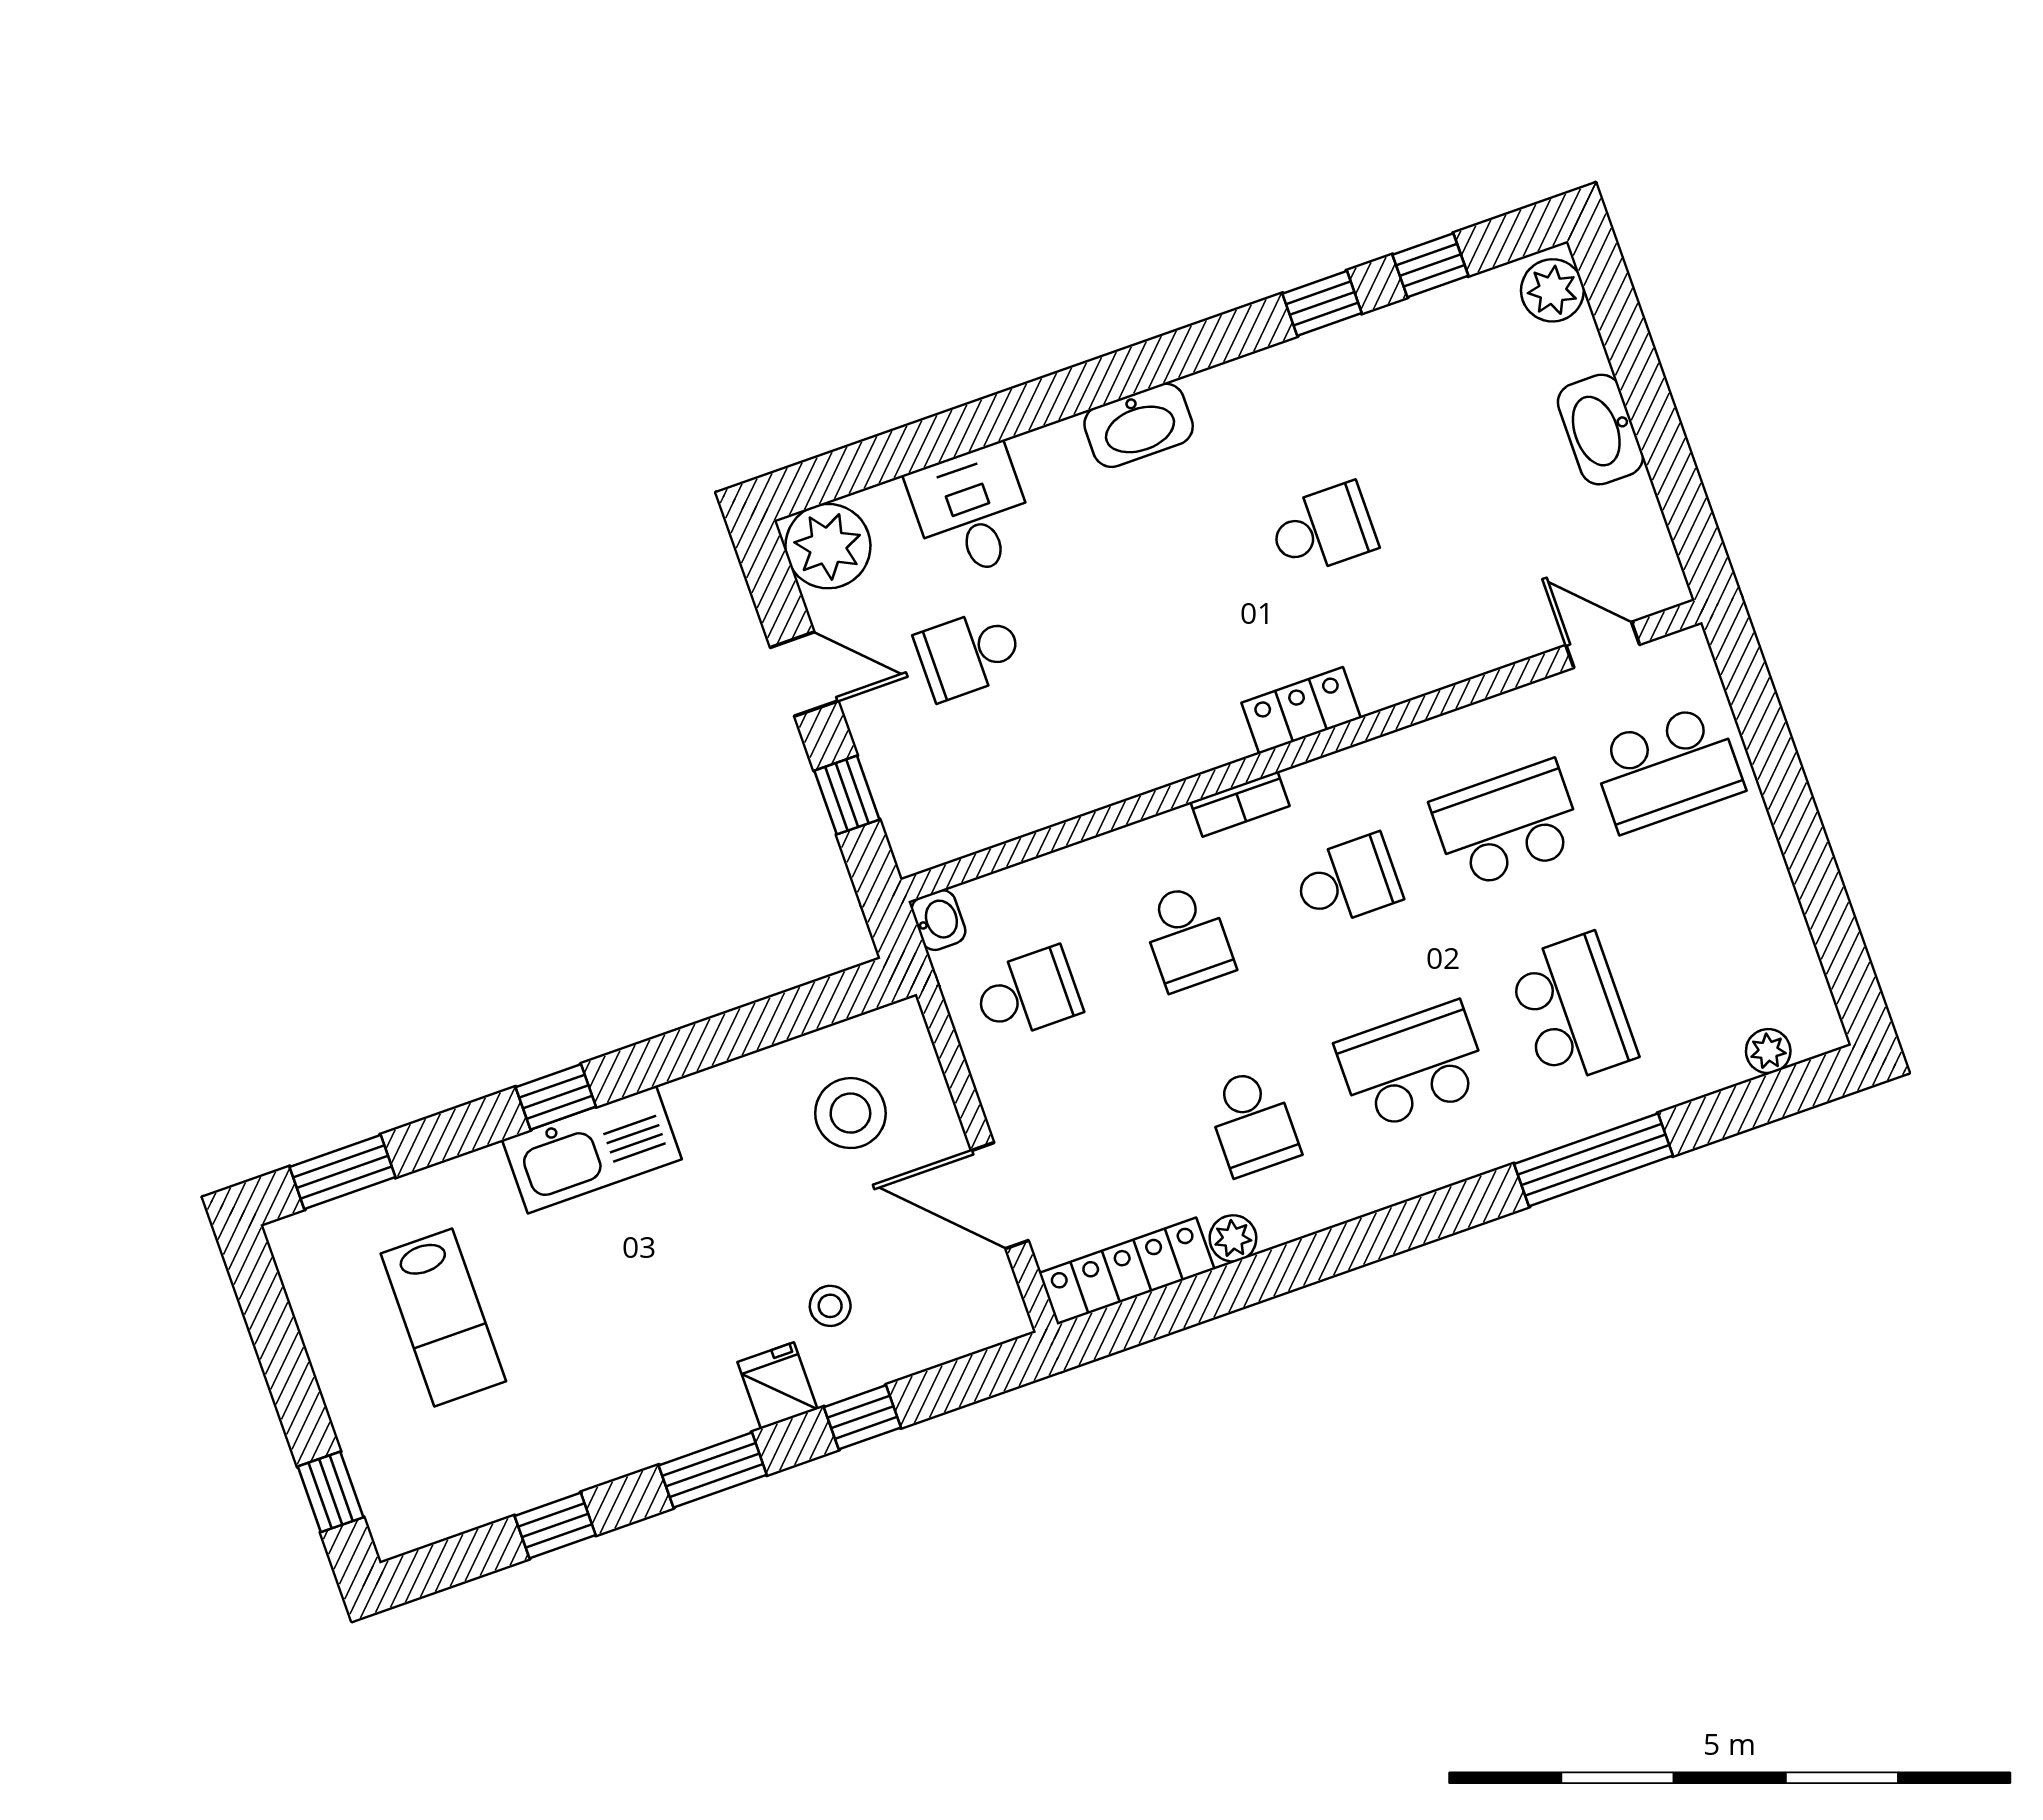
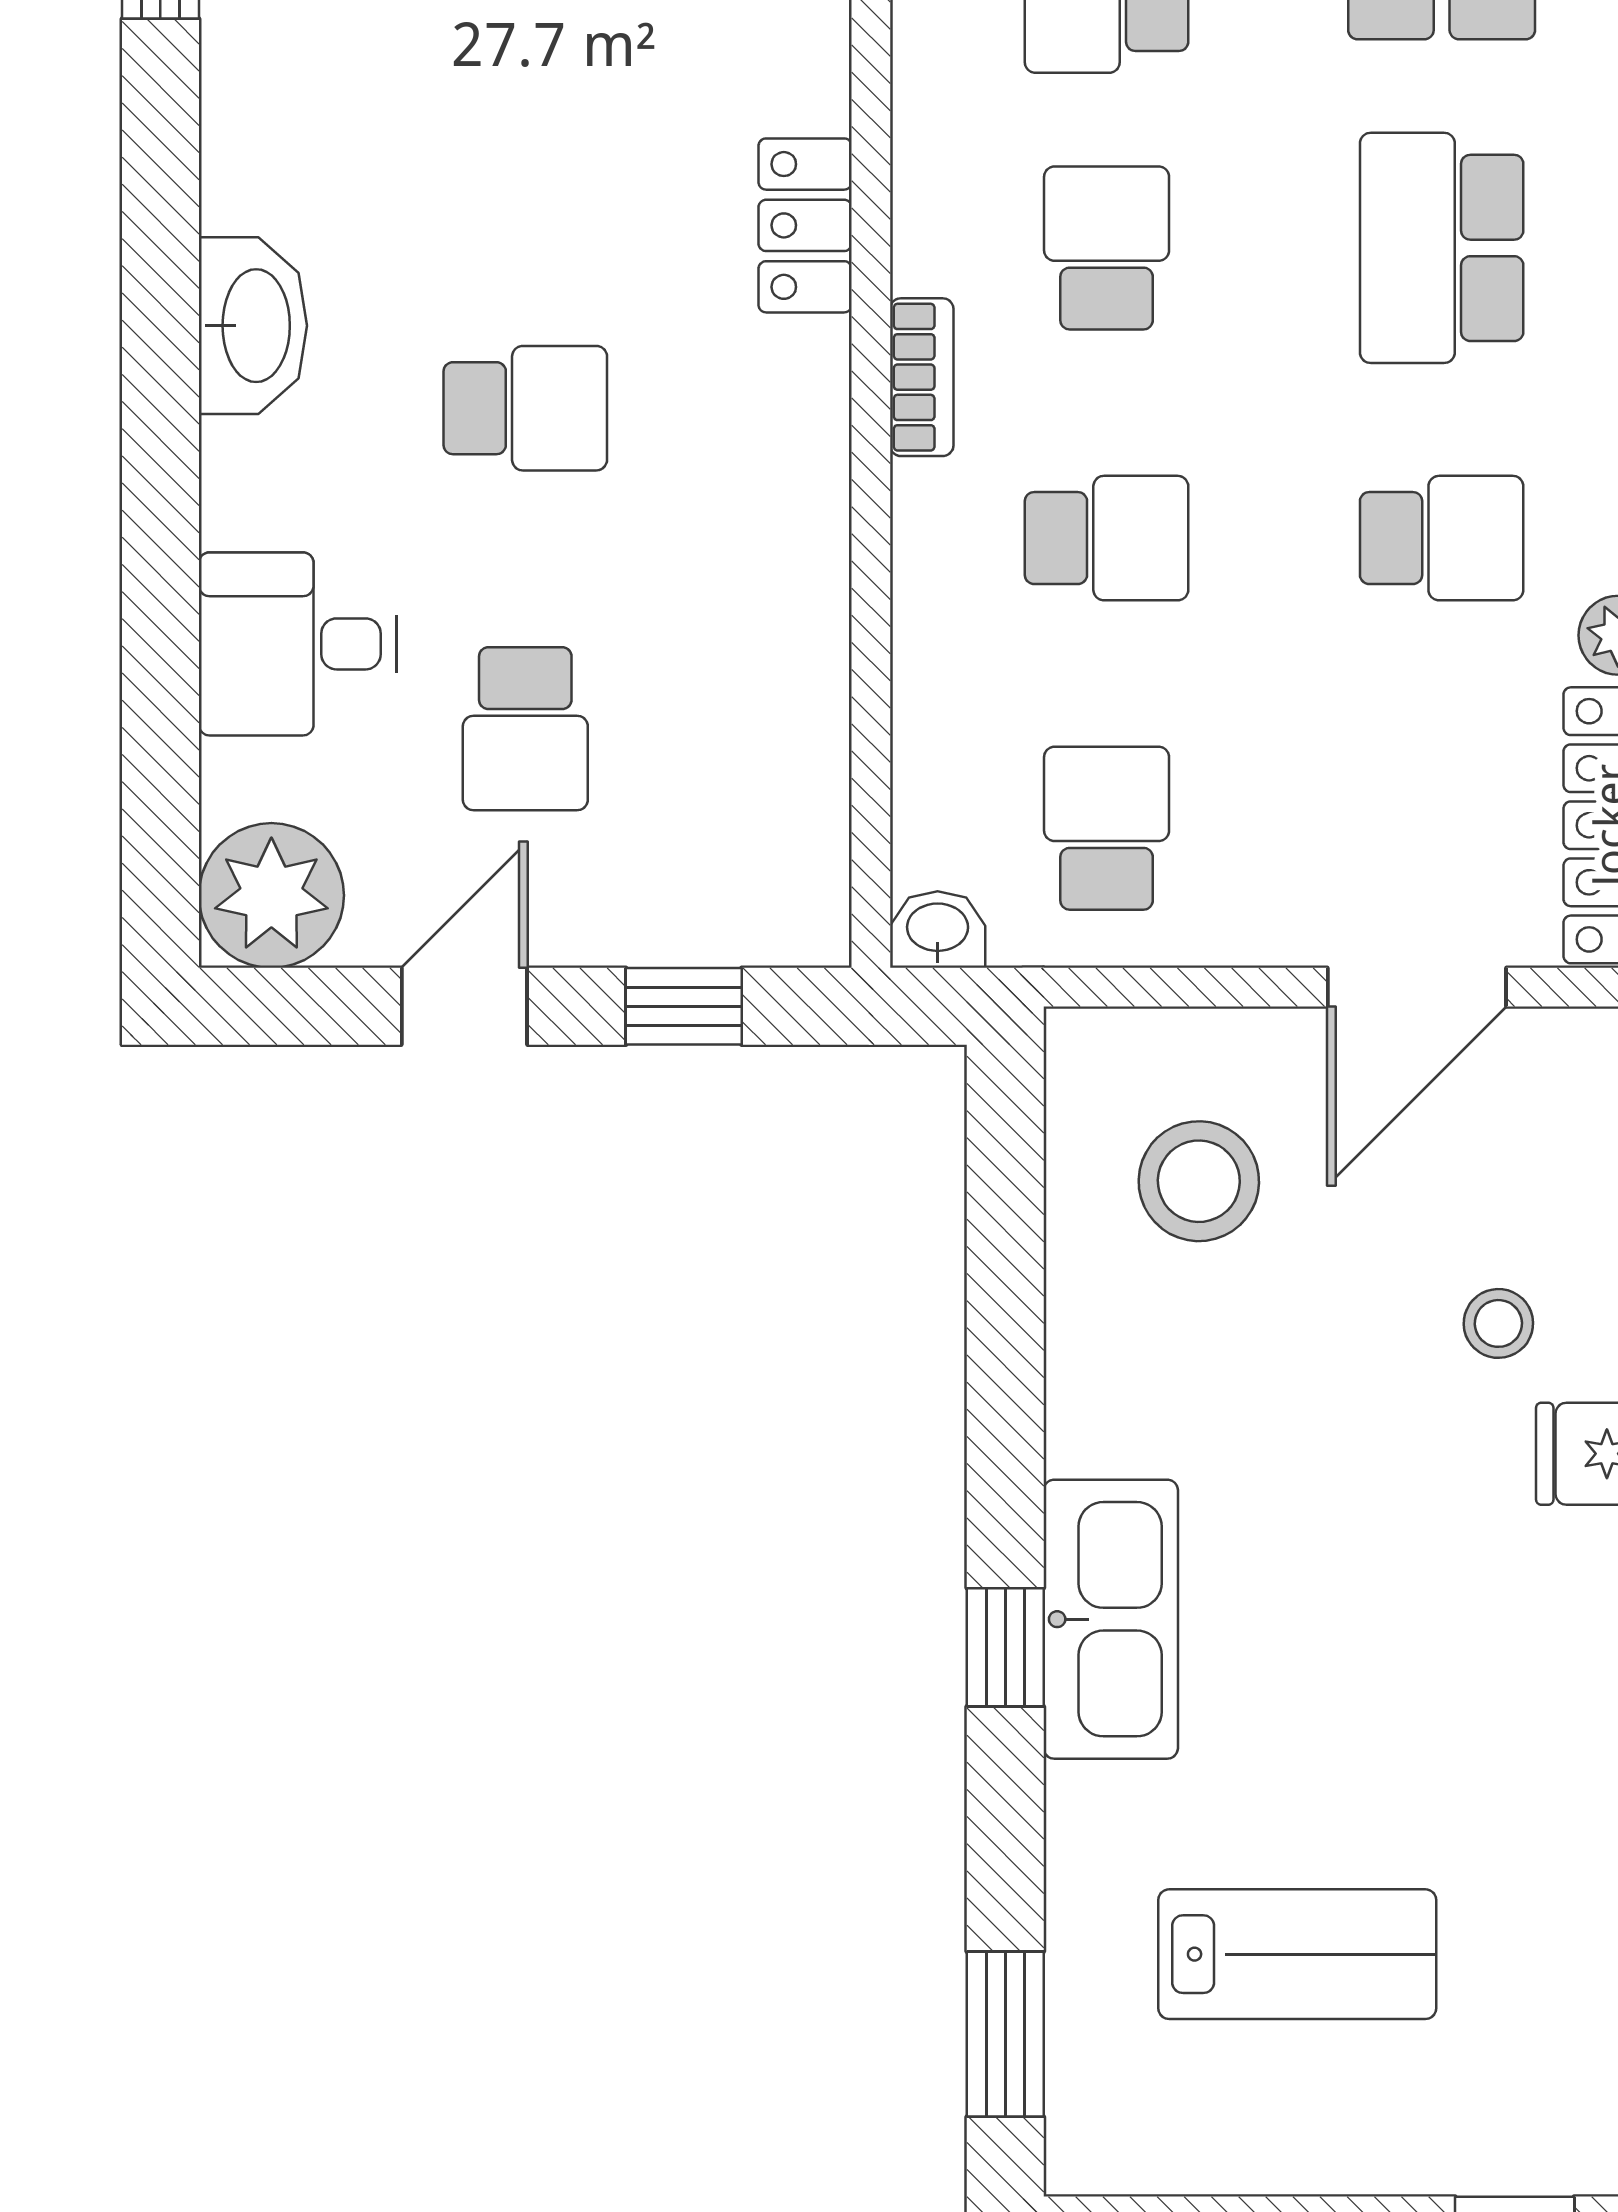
school desk: (1323, 529) -> (525, 408), moved, turned 90

